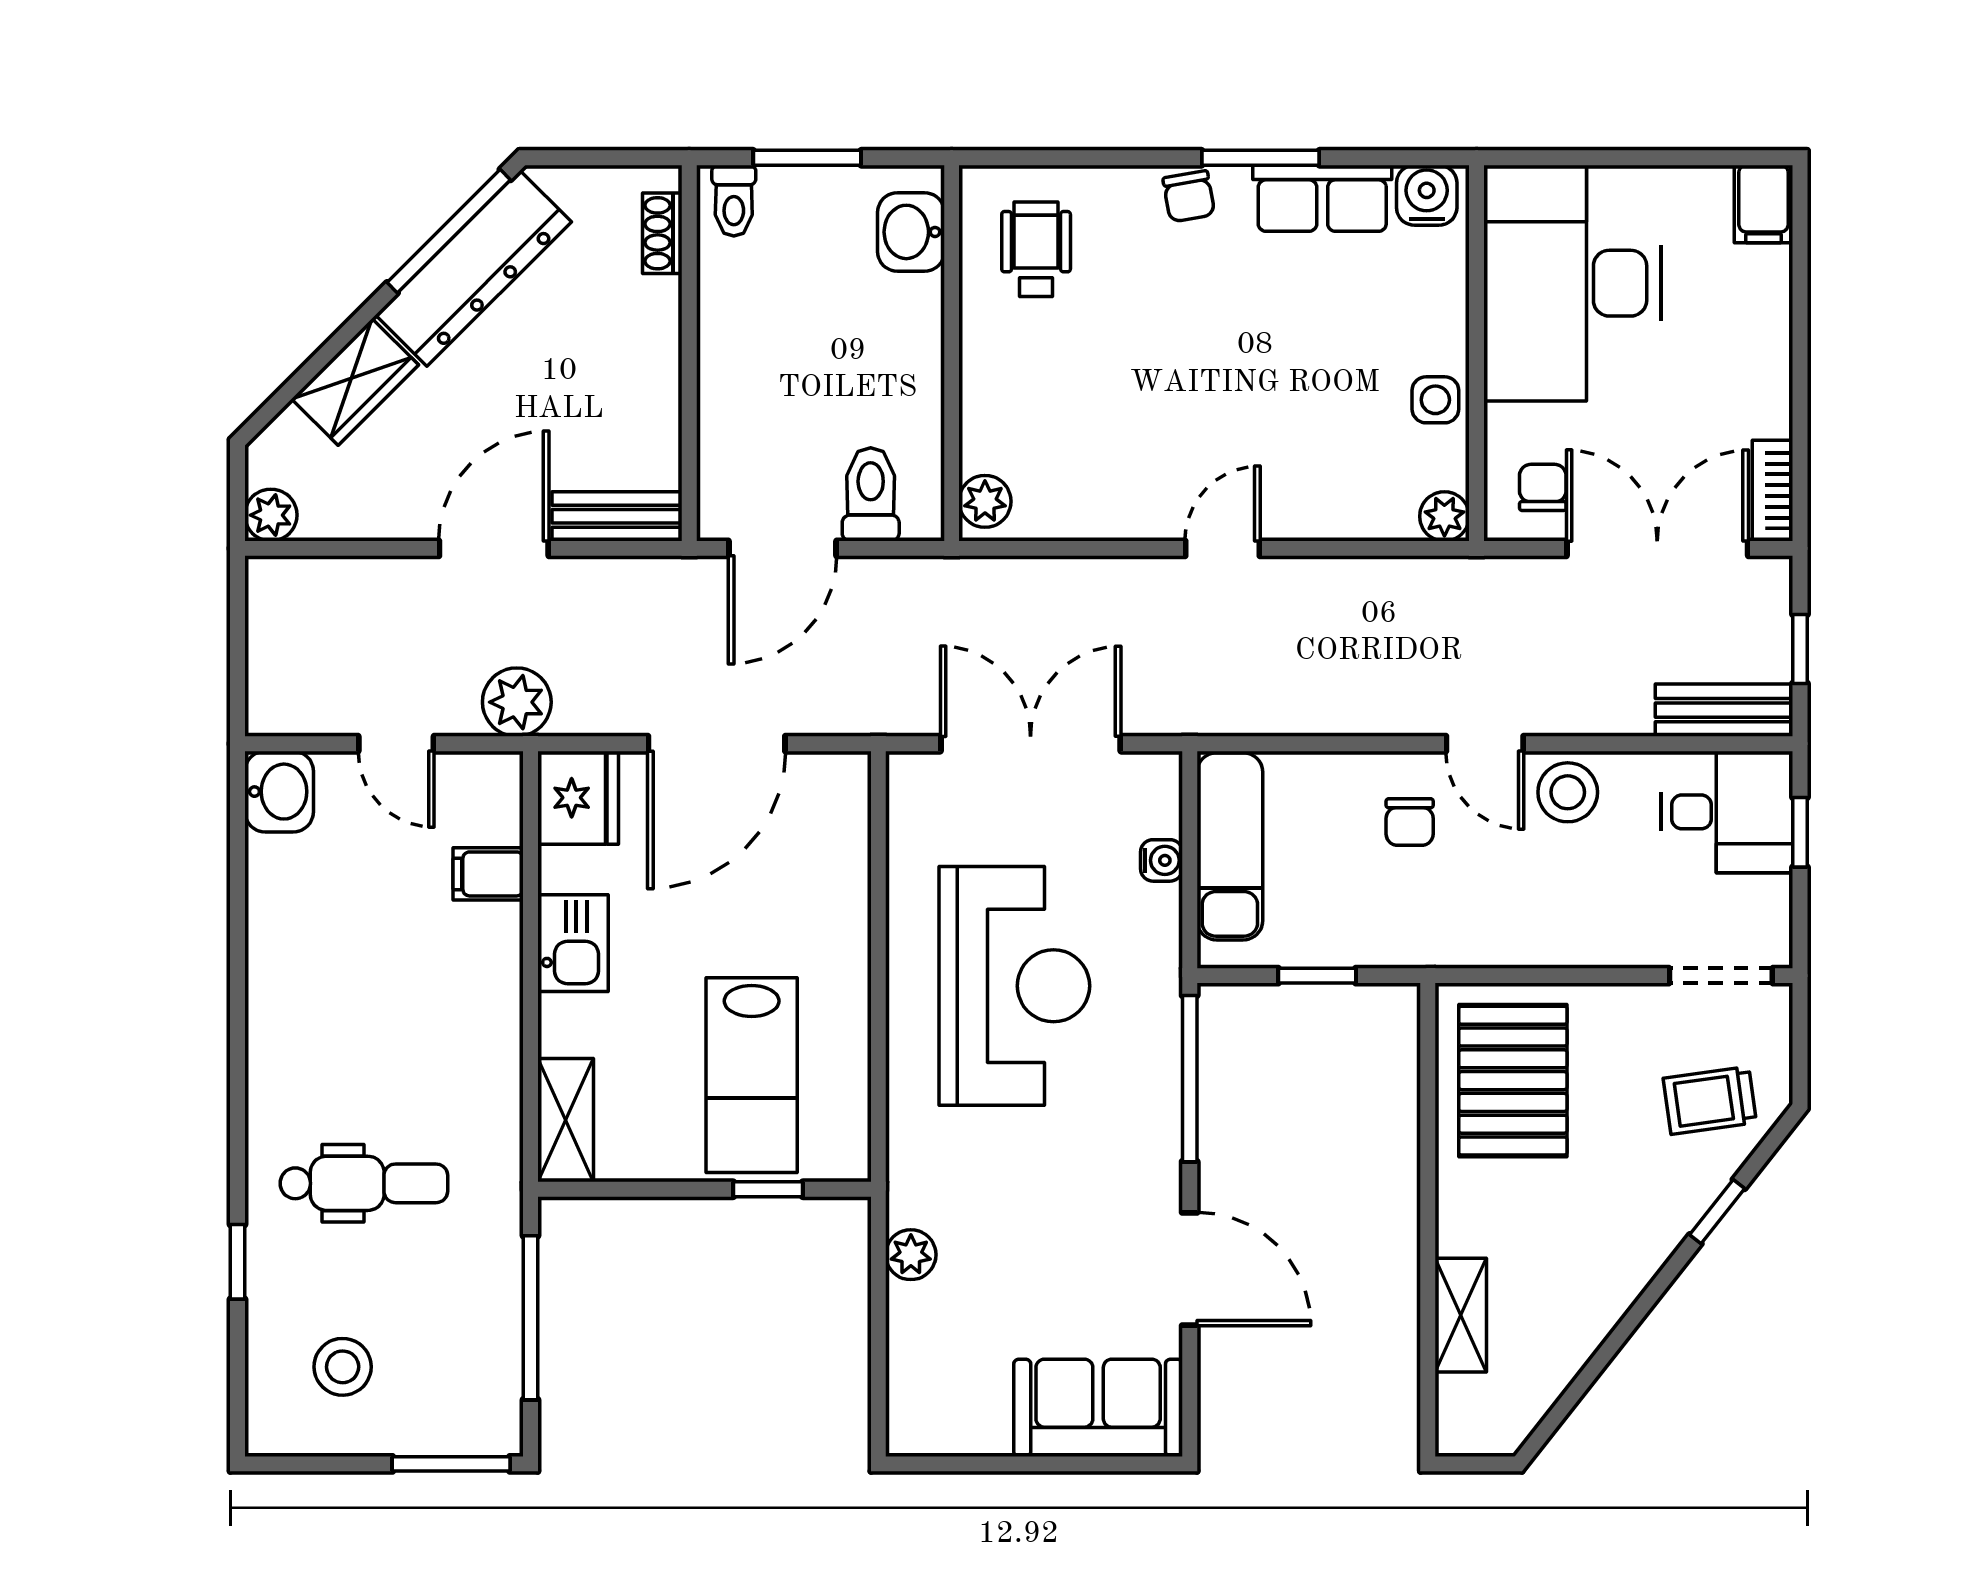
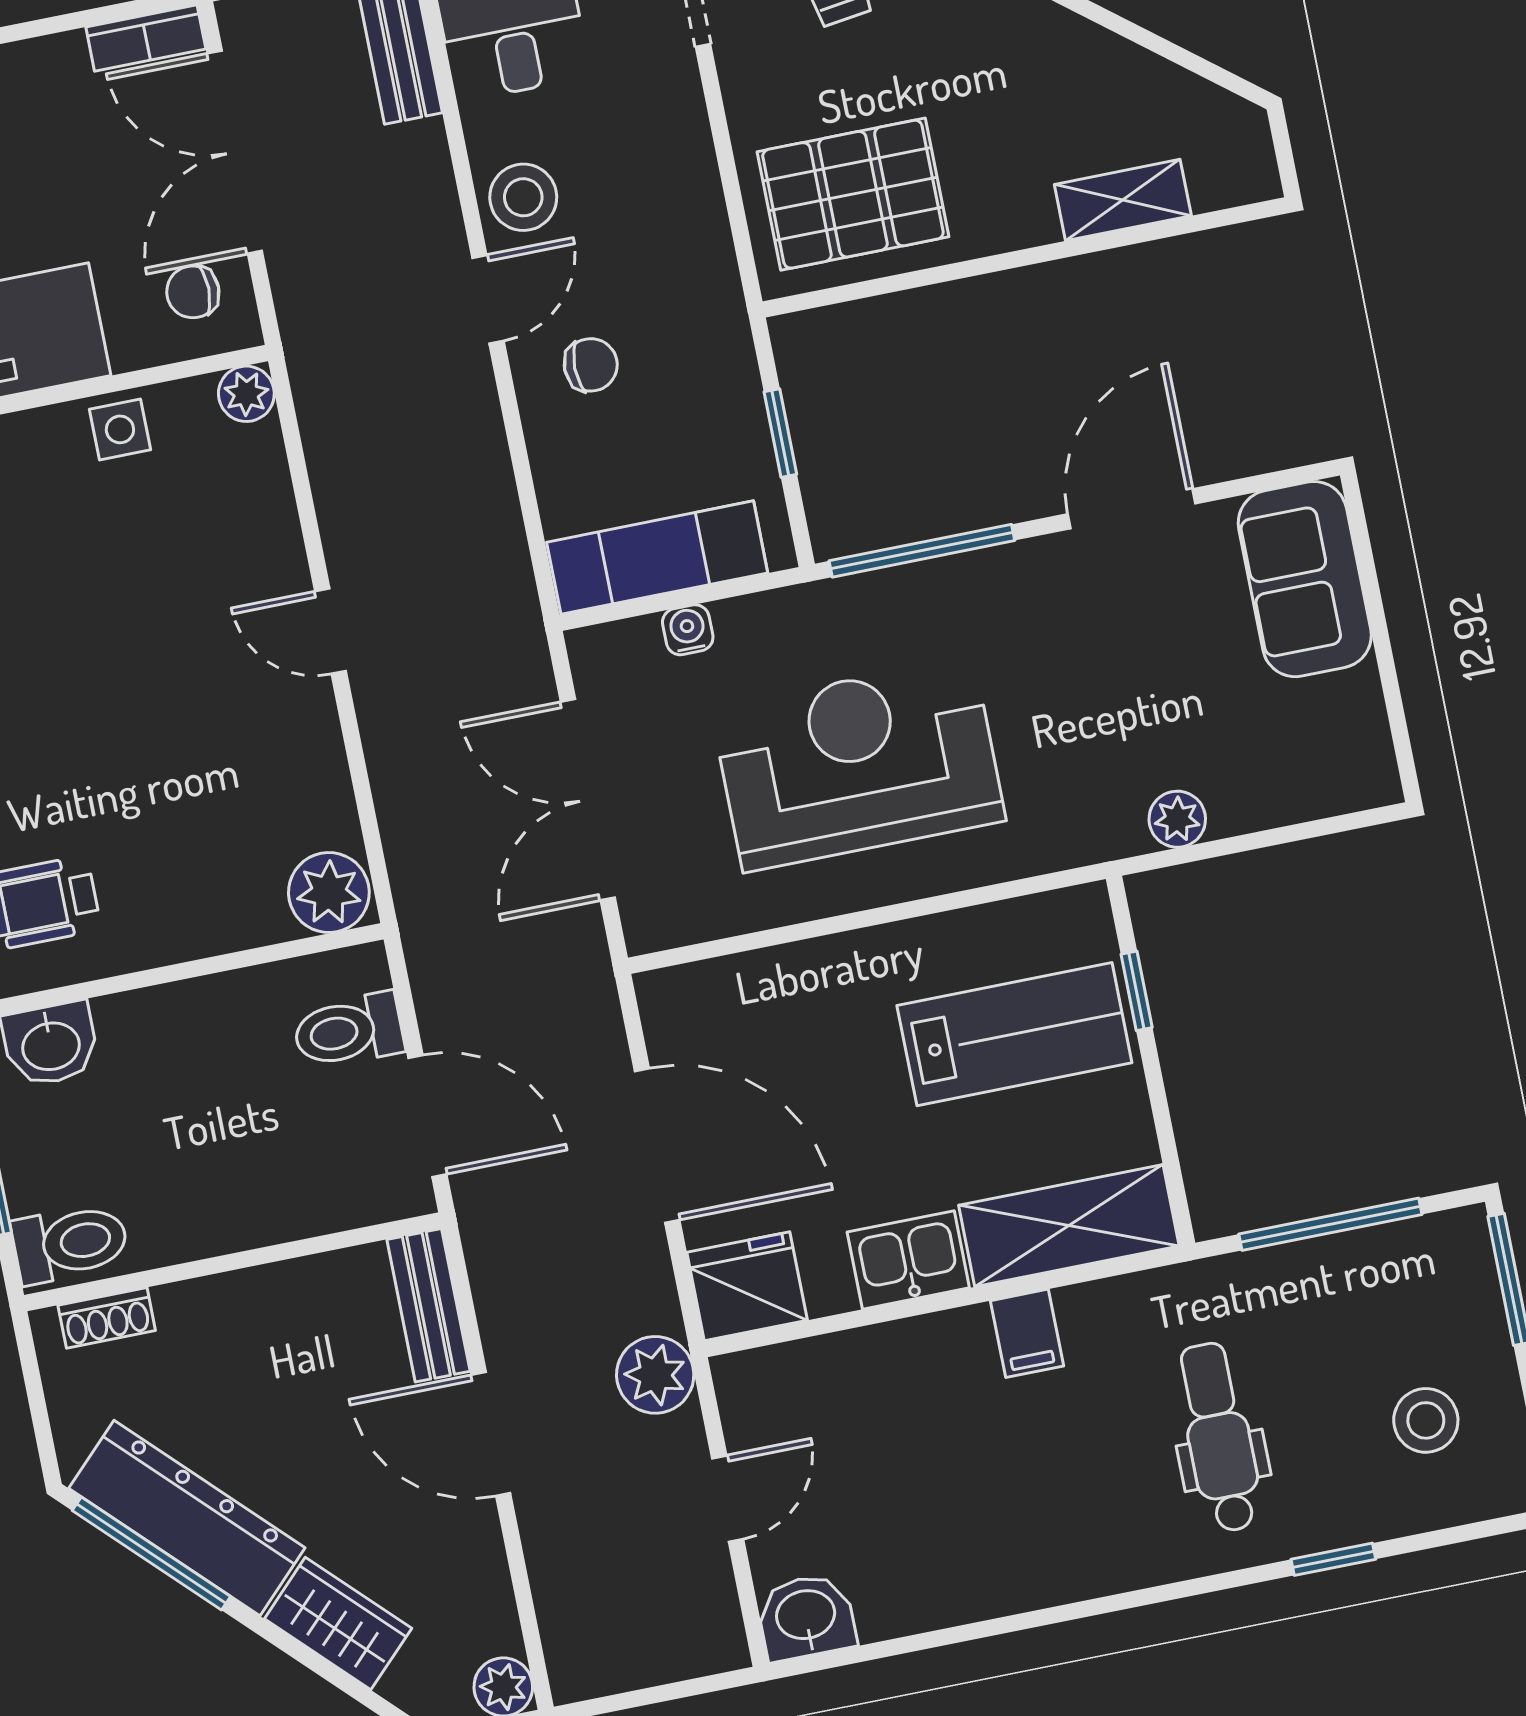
toilet: (734, 201) -> (70, 1243), width x1.37, depth x1.39
plant: (985, 501) -> (329, 893), width x1.38, depth x1.38
filing cabinet: (488, 874) -> (1027, 1333), moved
shelving: (566, 1120) -> (1069, 1226), width x1.50, depth x1.33

